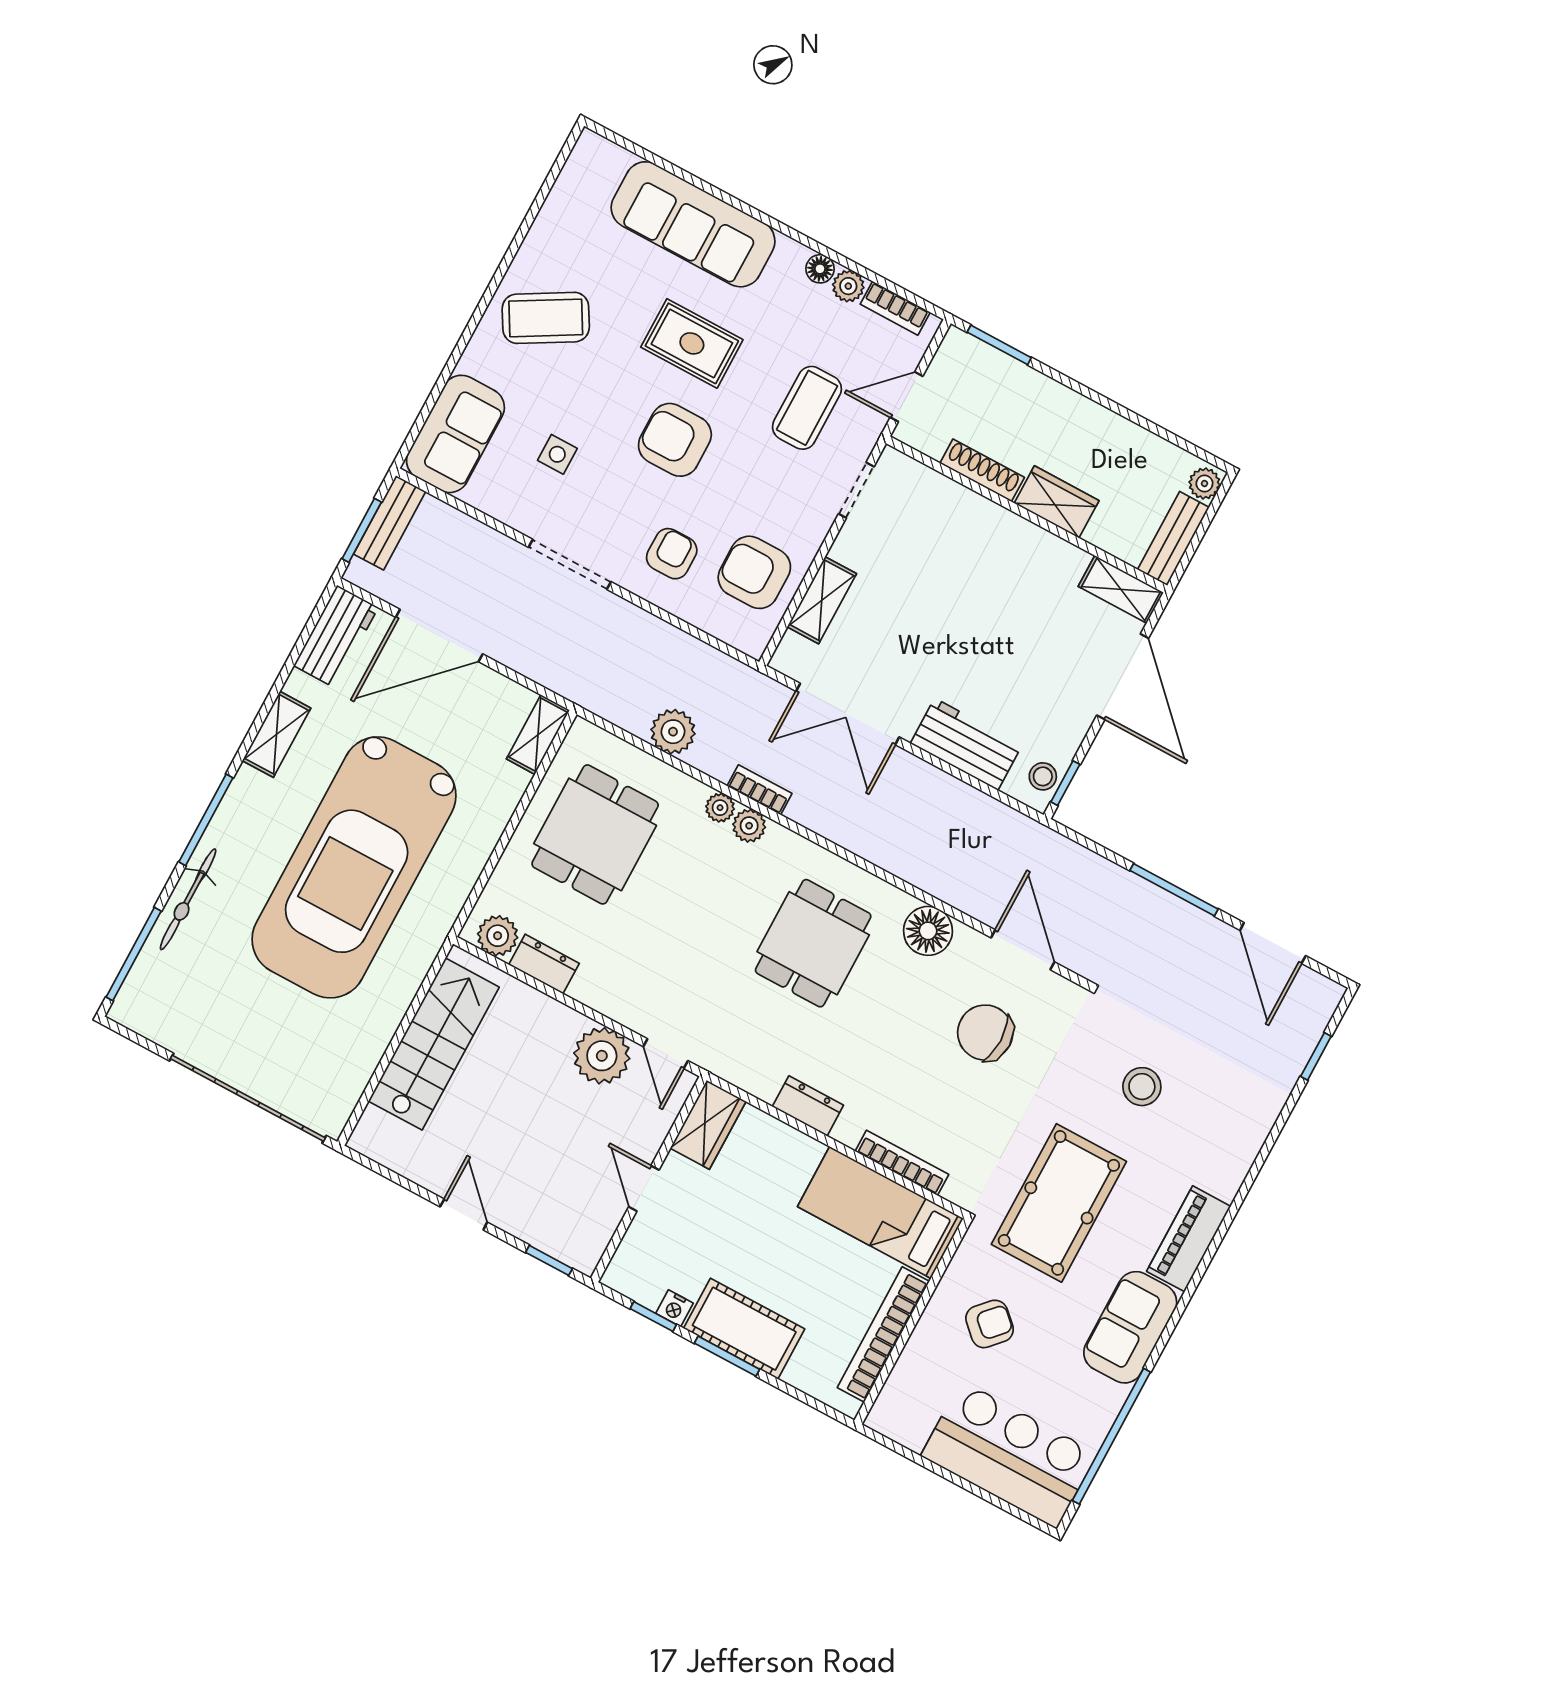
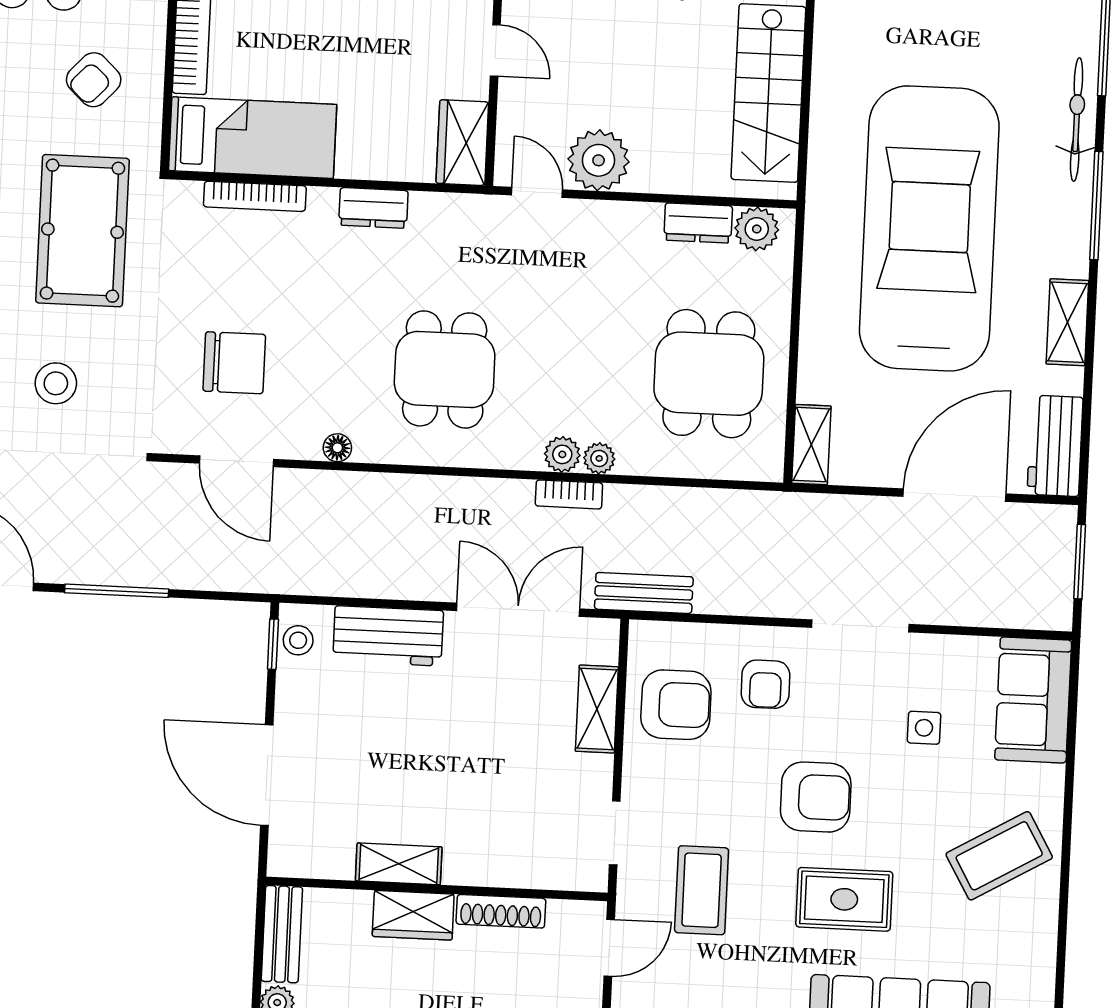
bench: (390, 523) -> (644, 593), moved, turned 90
shelving: (1121, 589) -> (399, 864), moved
plant: (673, 732) -> (681, 511), removed
floor lamp: (928, 931) -> (337, 448), width x0.53, depth x0.53

